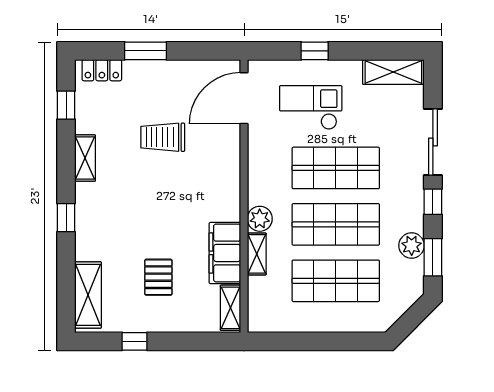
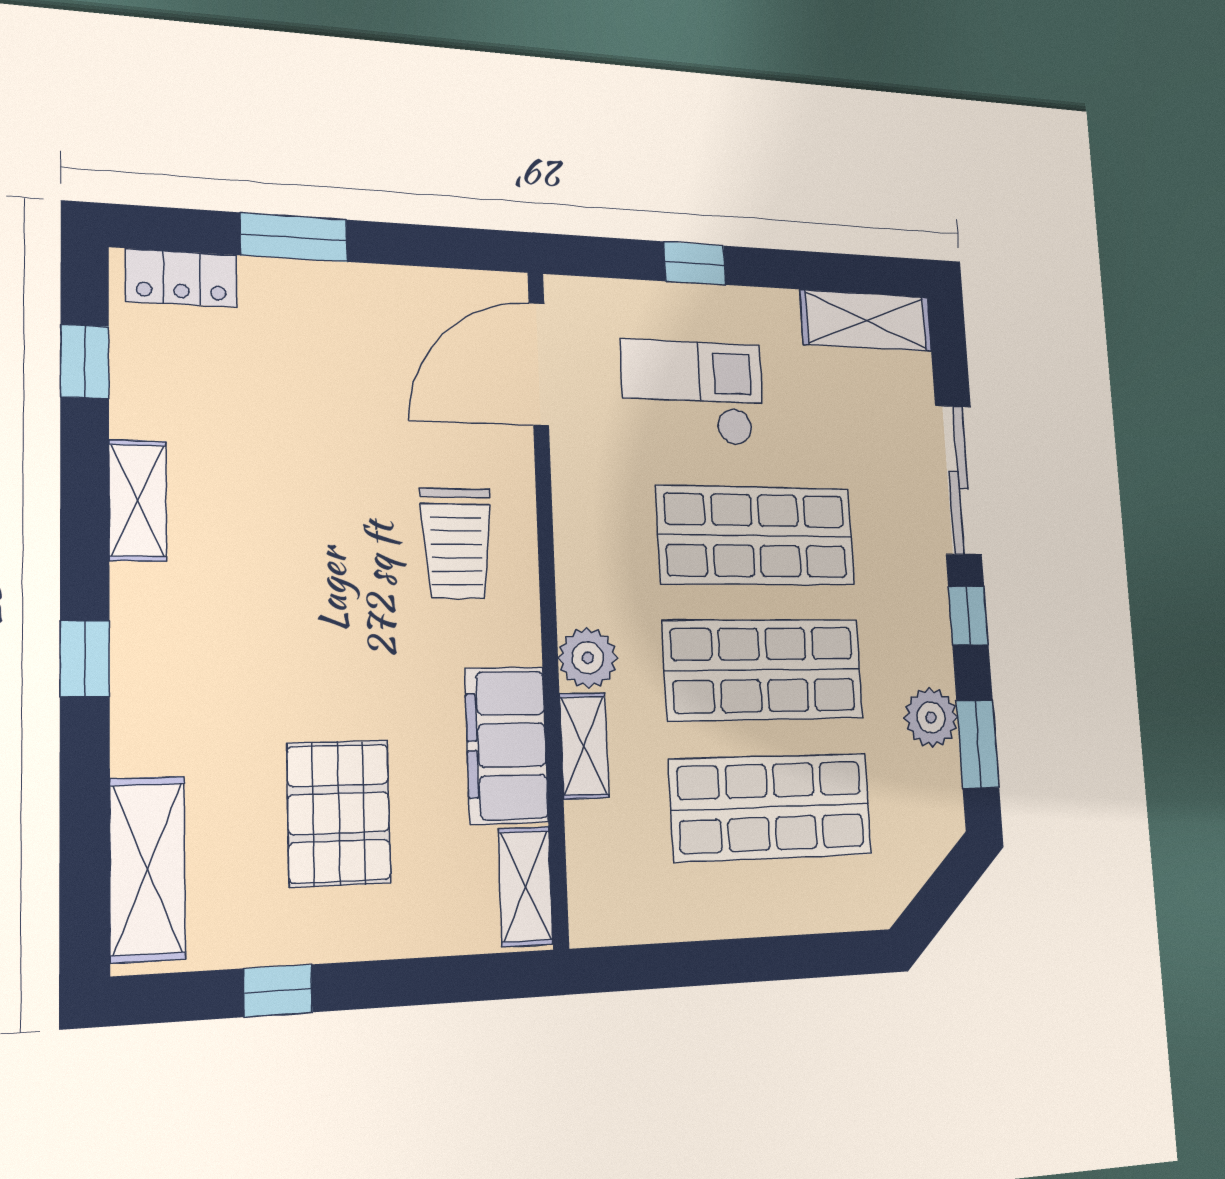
trolley: (163, 137) -> (456, 543), moved, turned -90
pallet: (158, 277) -> (339, 813), width x1.50, depth x1.42

